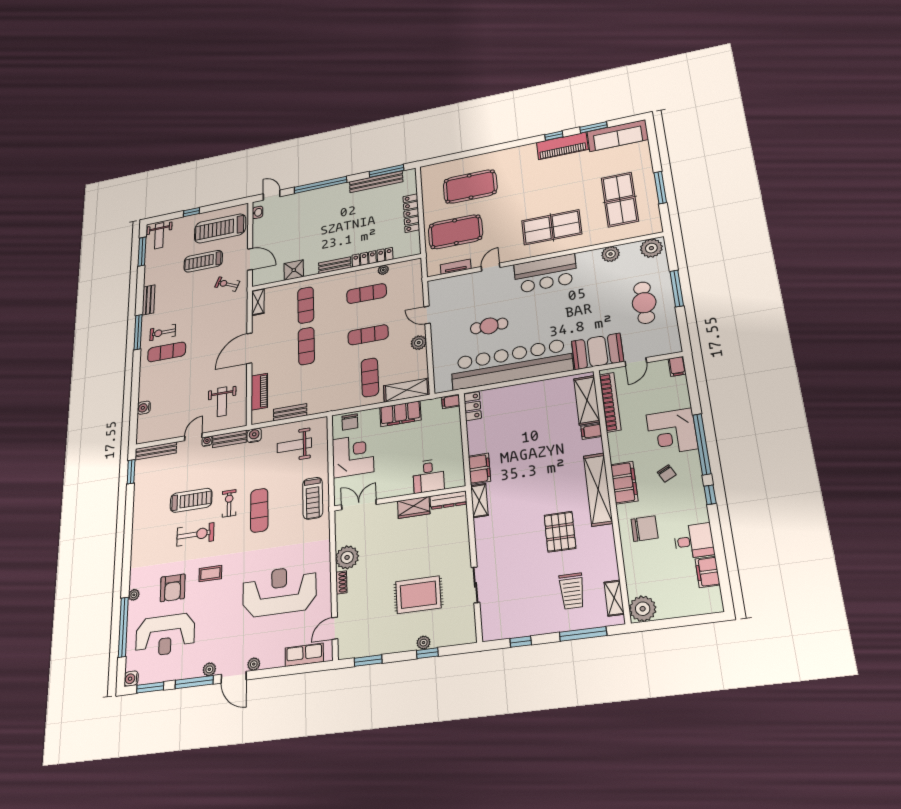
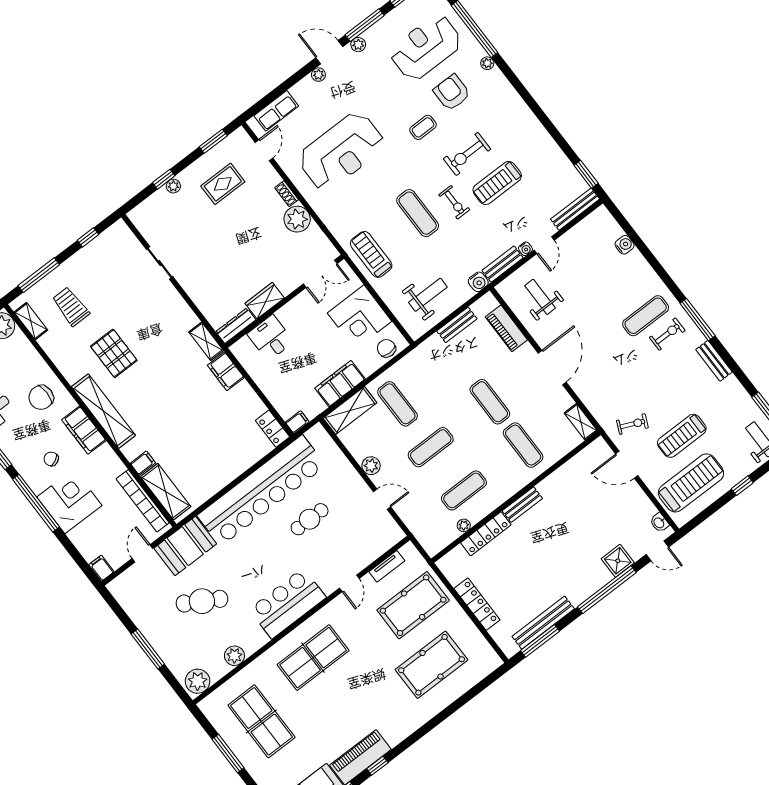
treadmill: (203, 261) -> (682, 436), turned 180
shower: (294, 270) -> (618, 561), moved
cafe table: (644, 303) -> (202, 601), moved, turned -60
rug: (418, 595) -> (223, 184), moved, width x0.73, depth x0.70

